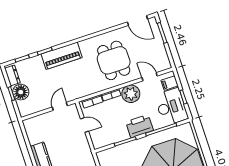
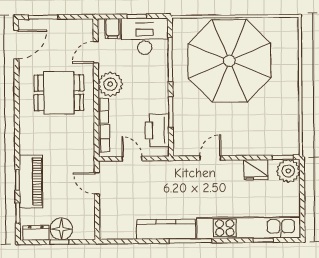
piano: (62, 56) -> (31, 181), moved
door: (85, 125) -> (132, 159), hinge flipped
printer: (140, 126) -> (157, 130), moved

